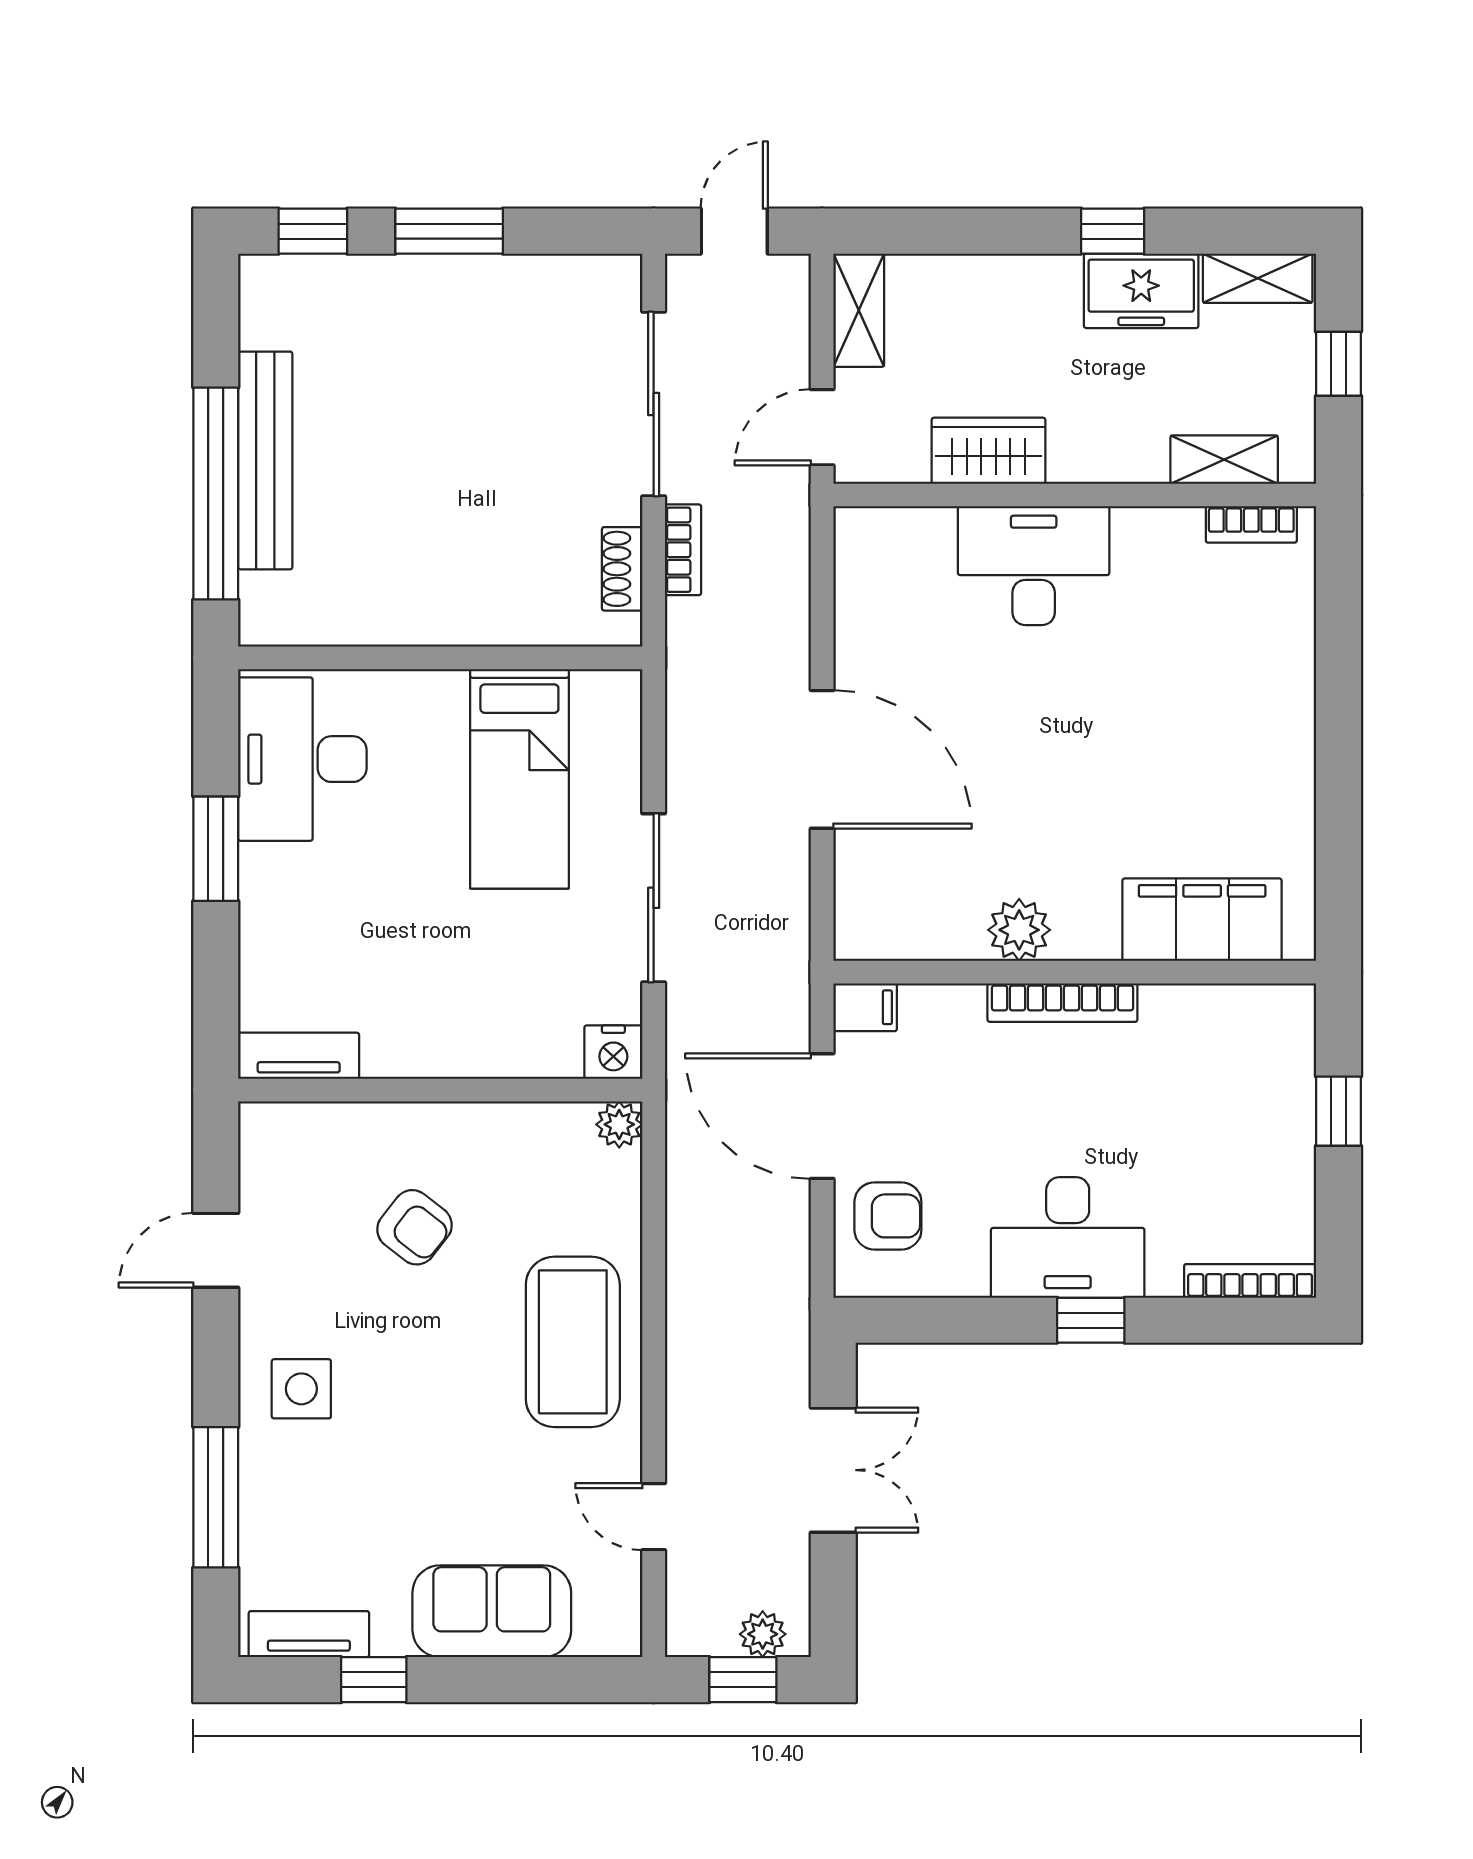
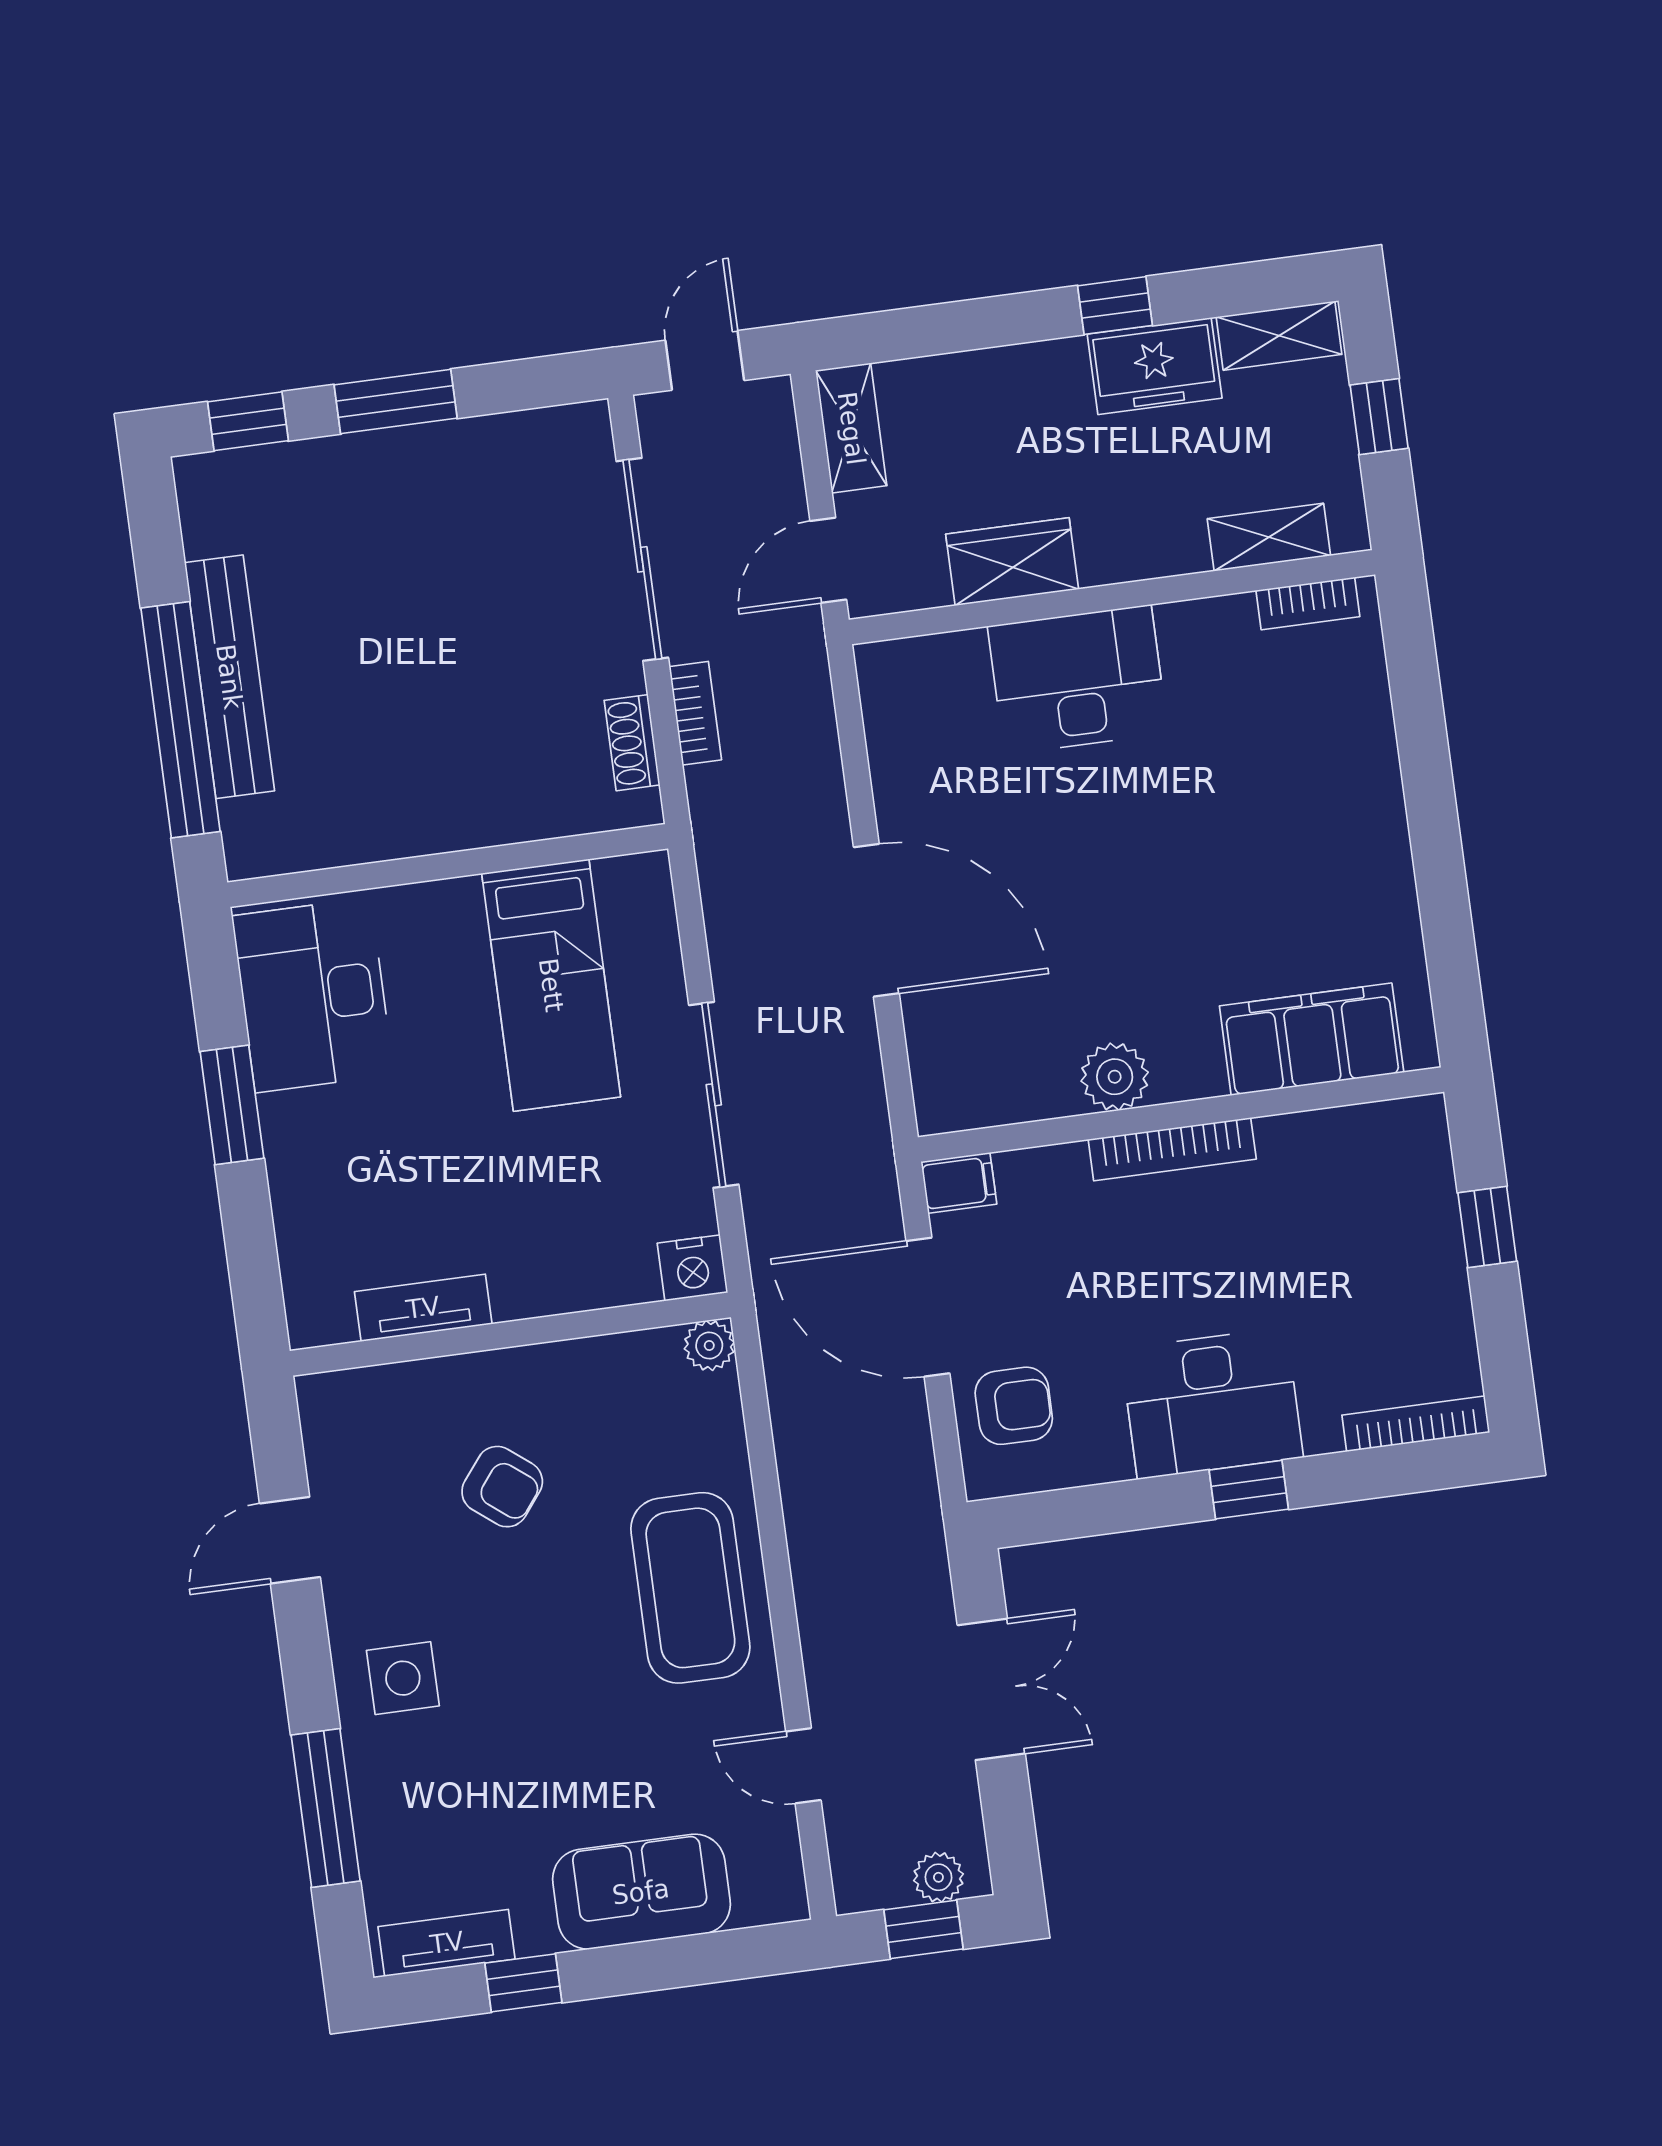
tv unit: (299, 1056) -> (423, 1308), moved

